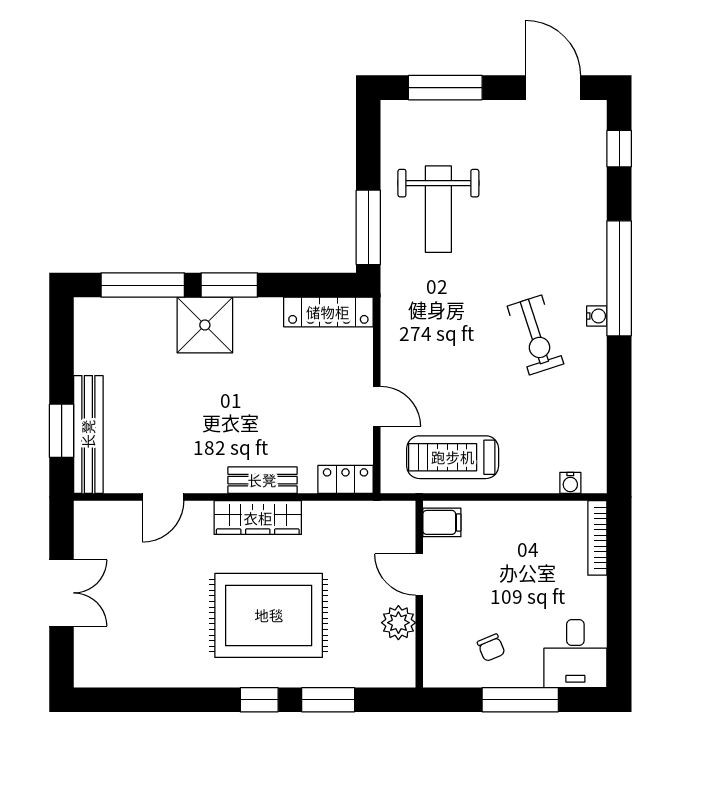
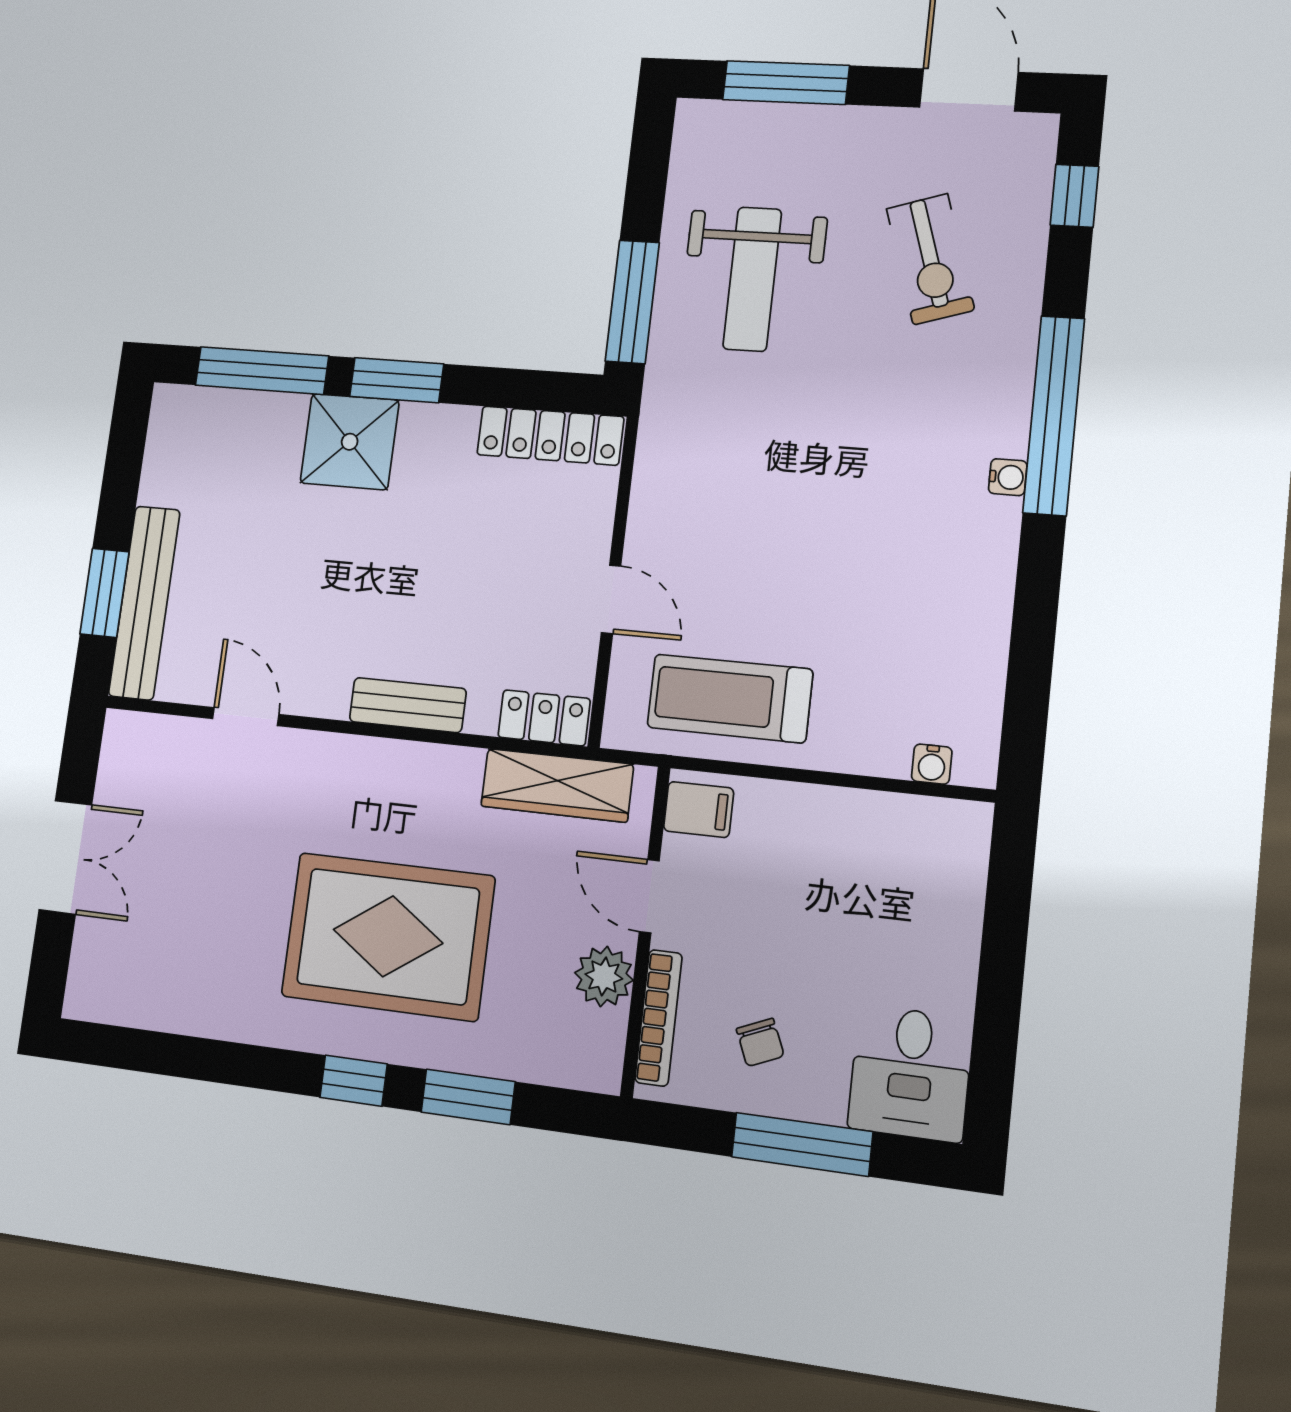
exercise bike: (535, 335) -> (930, 259), moved
door: (163, 497) -> (246, 717), swing flipped
wardrobe: (258, 518) -> (557, 785), moved
bookcase: (597, 538) -> (659, 1018), moved, turned 180

